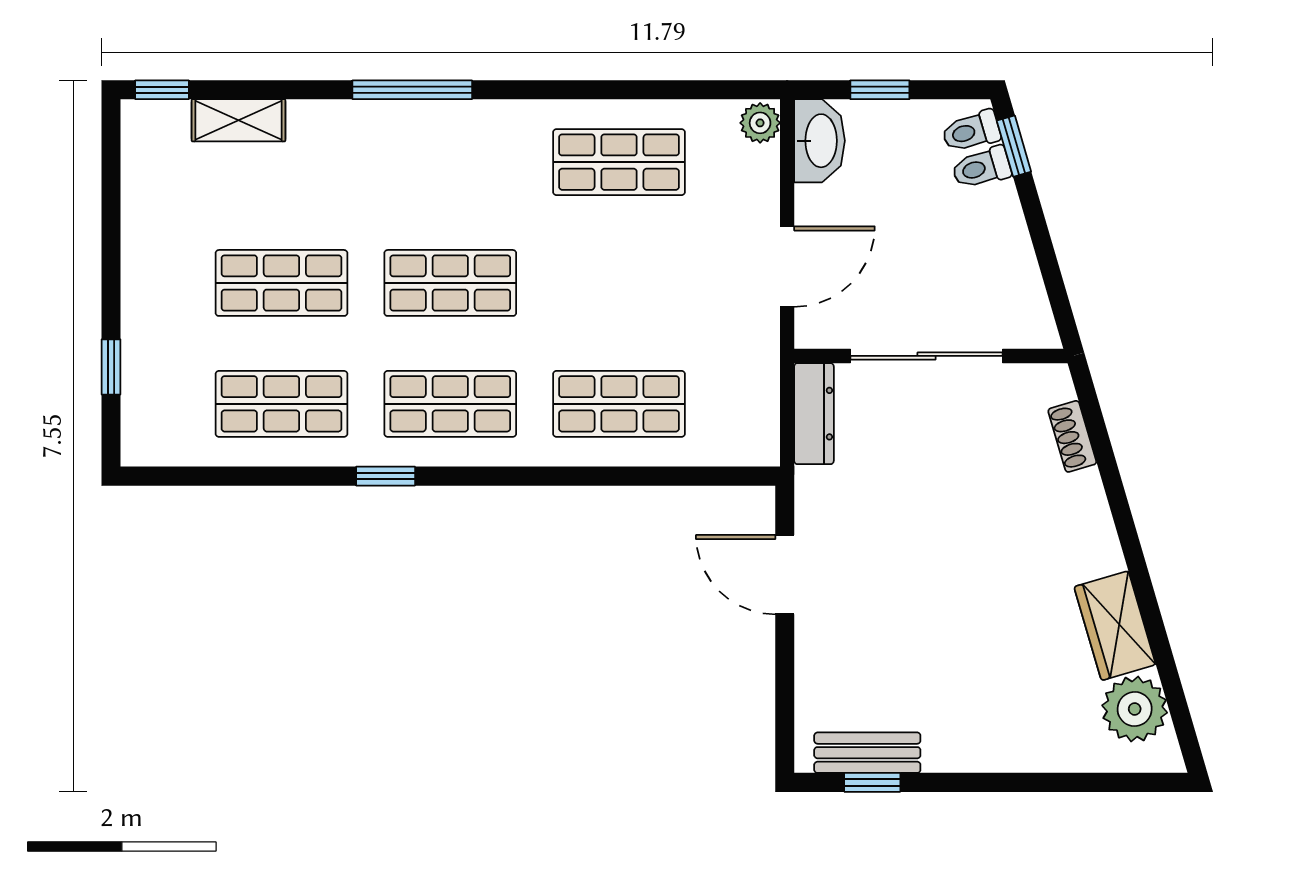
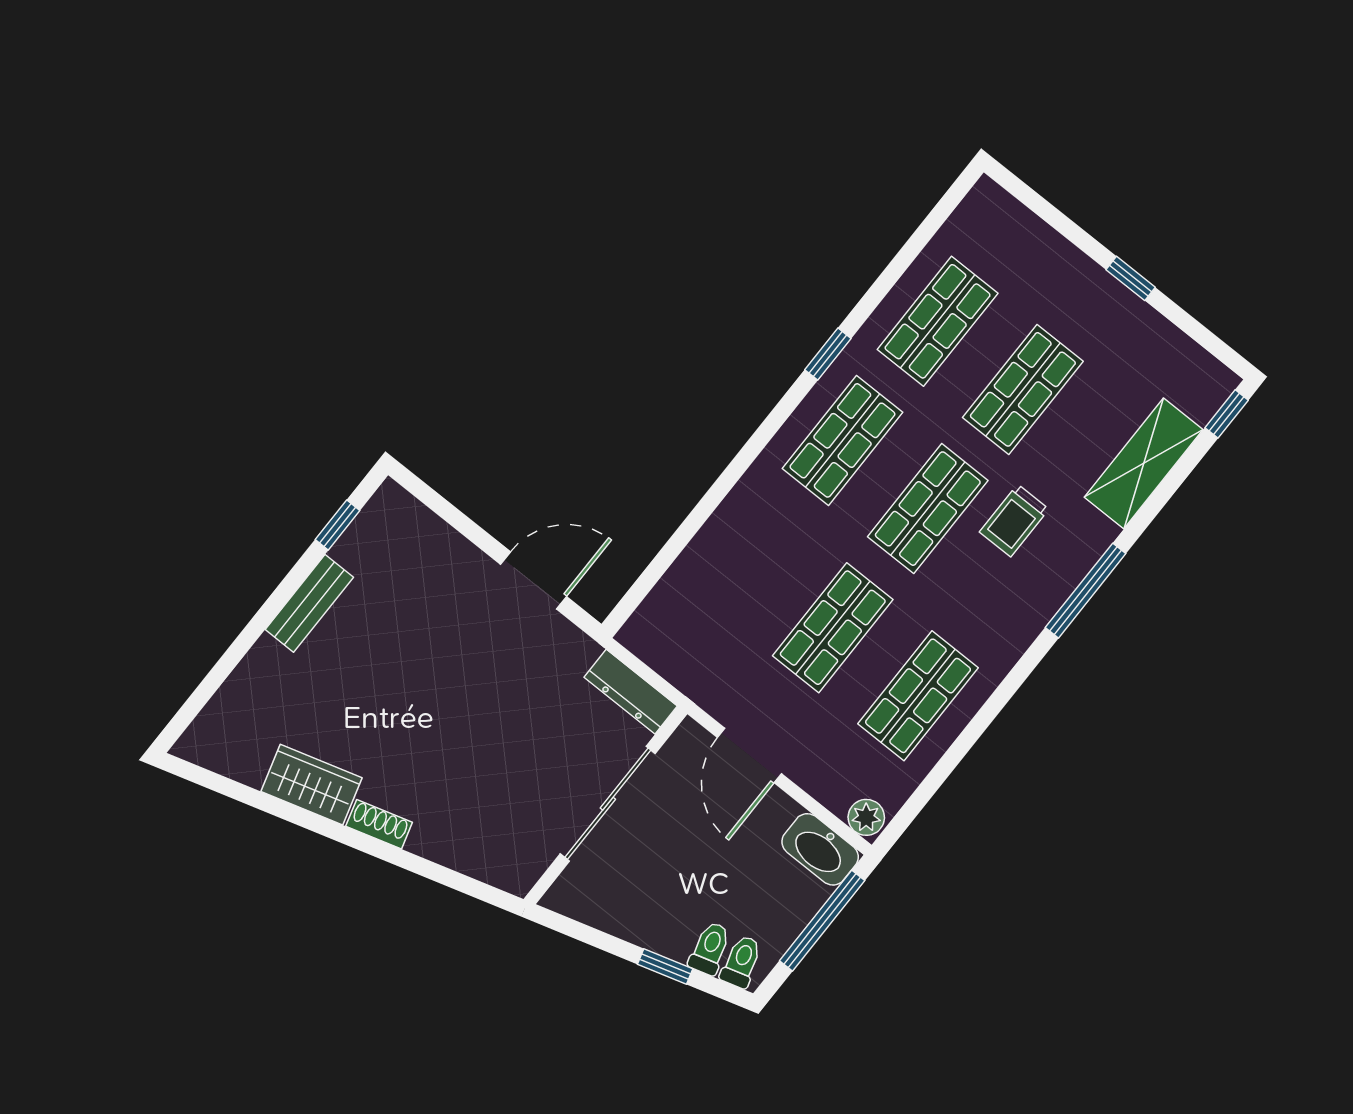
window: (880, 90) -> (822, 921), width x2.17
shelving: (239, 120) -> (1144, 463), width x1.50, depth x1.33
window: (1014, 146) -> (665, 966), moved
trolley: (401, 200) -> (1014, 520), added
window: (111, 367) -> (1131, 278), moved
shop shelf: (619, 404) -> (833, 628), moved
shoe rack: (1072, 436) -> (379, 824), moved
plant: (1135, 709) -> (241, 752), removed
bench: (867, 753) -> (309, 603), moved

